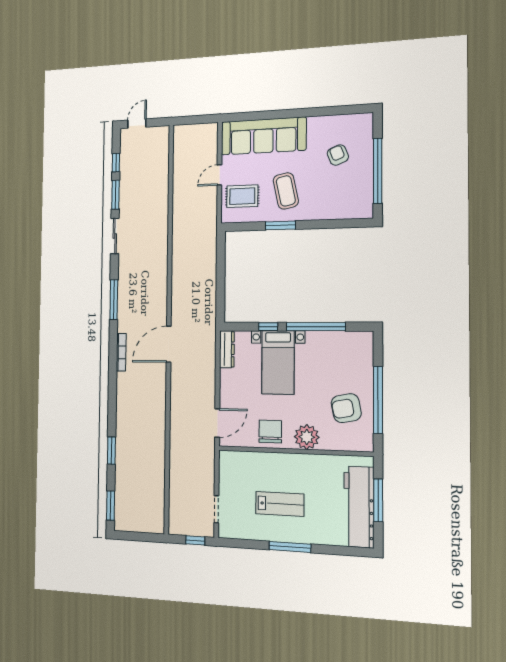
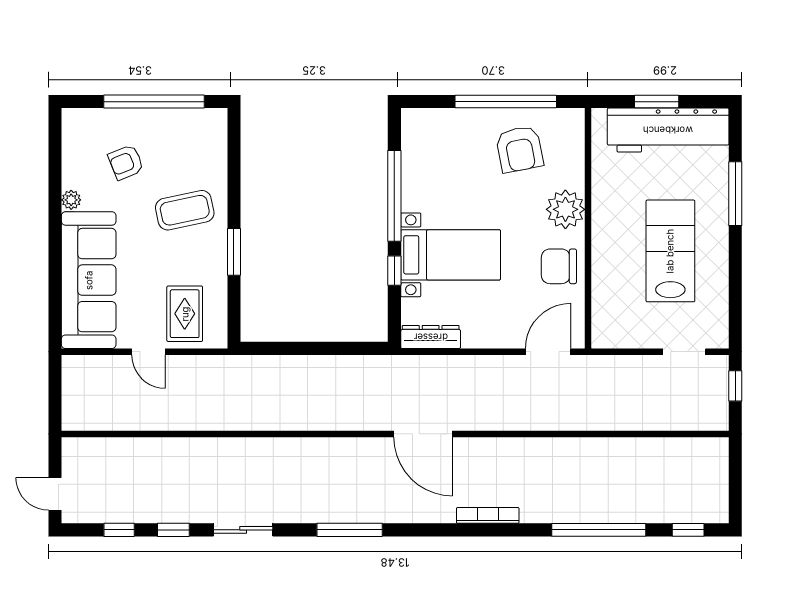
plant: (314, 122) -> (71, 200), added
coffee table: (286, 191) -> (185, 210), moved
window: (115, 195) -> (173, 530), width x0.67
bookcase: (121, 352) -> (488, 515), moved
door: (217, 423) -> (548, 352), hinge flipped
window: (111, 451) -> (599, 530), width x2.11
window: (378, 500) -> (657, 102), width x0.69
lab bench: (280, 504) -> (670, 251), width x1.36, depth x1.39
window: (111, 506) -> (688, 530), width x0.67
window: (290, 547) -> (735, 194), moved

